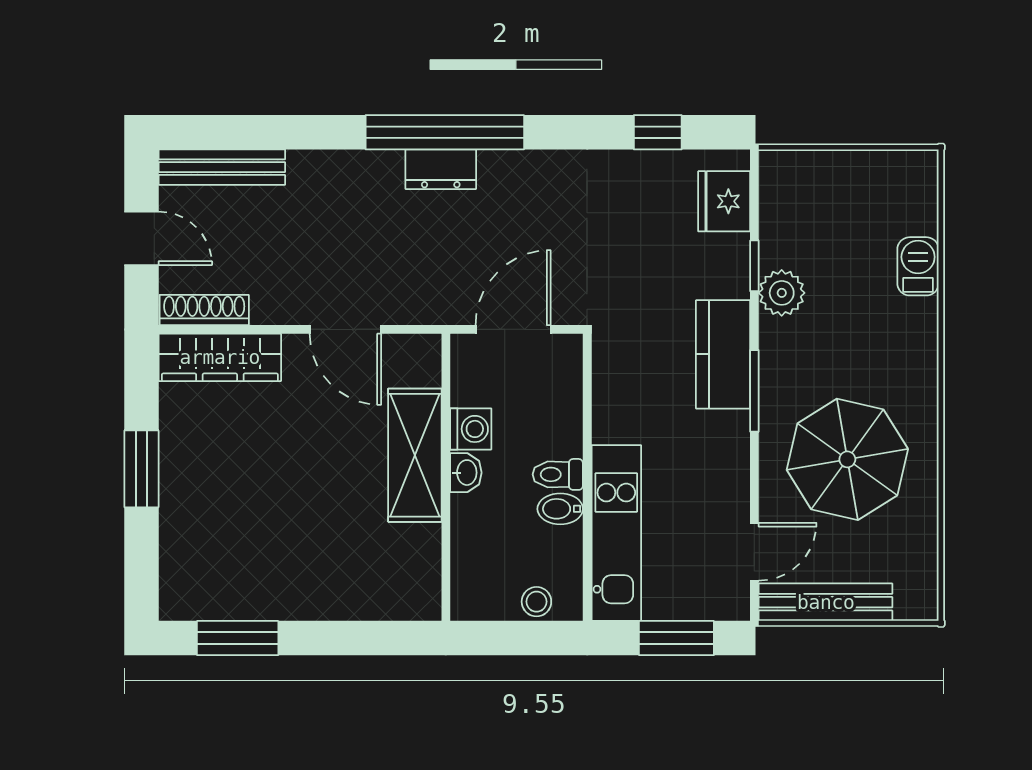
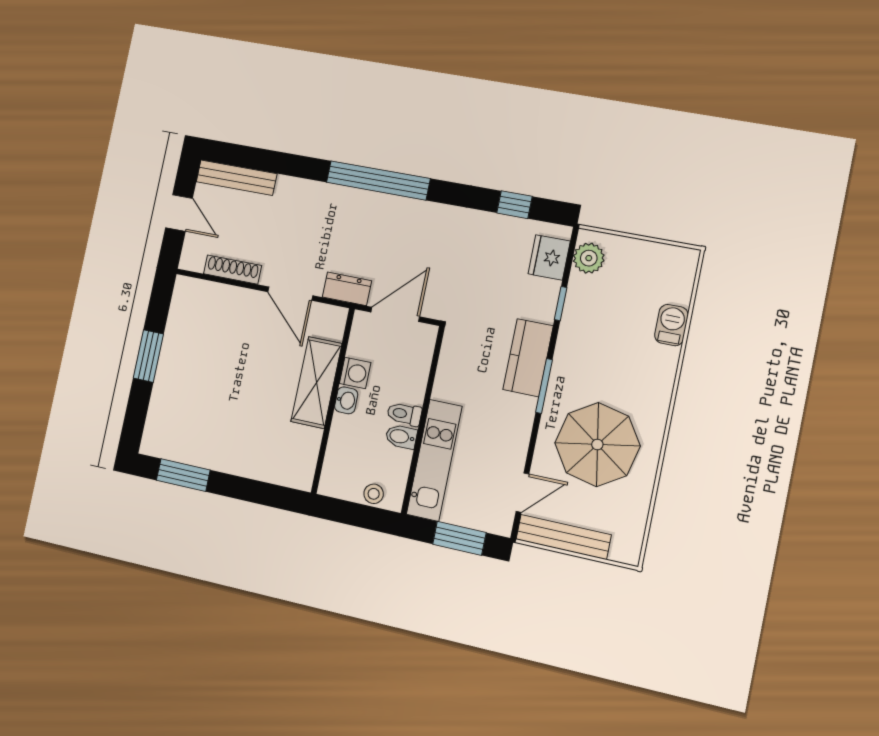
dresser: (441, 169) -> (347, 289), moved, turned 180
plant: (782, 293) -> (589, 258), moved
shoe rack: (204, 310) -> (233, 270), moved
wardrobe: (220, 357) -> (210, 296), removed

